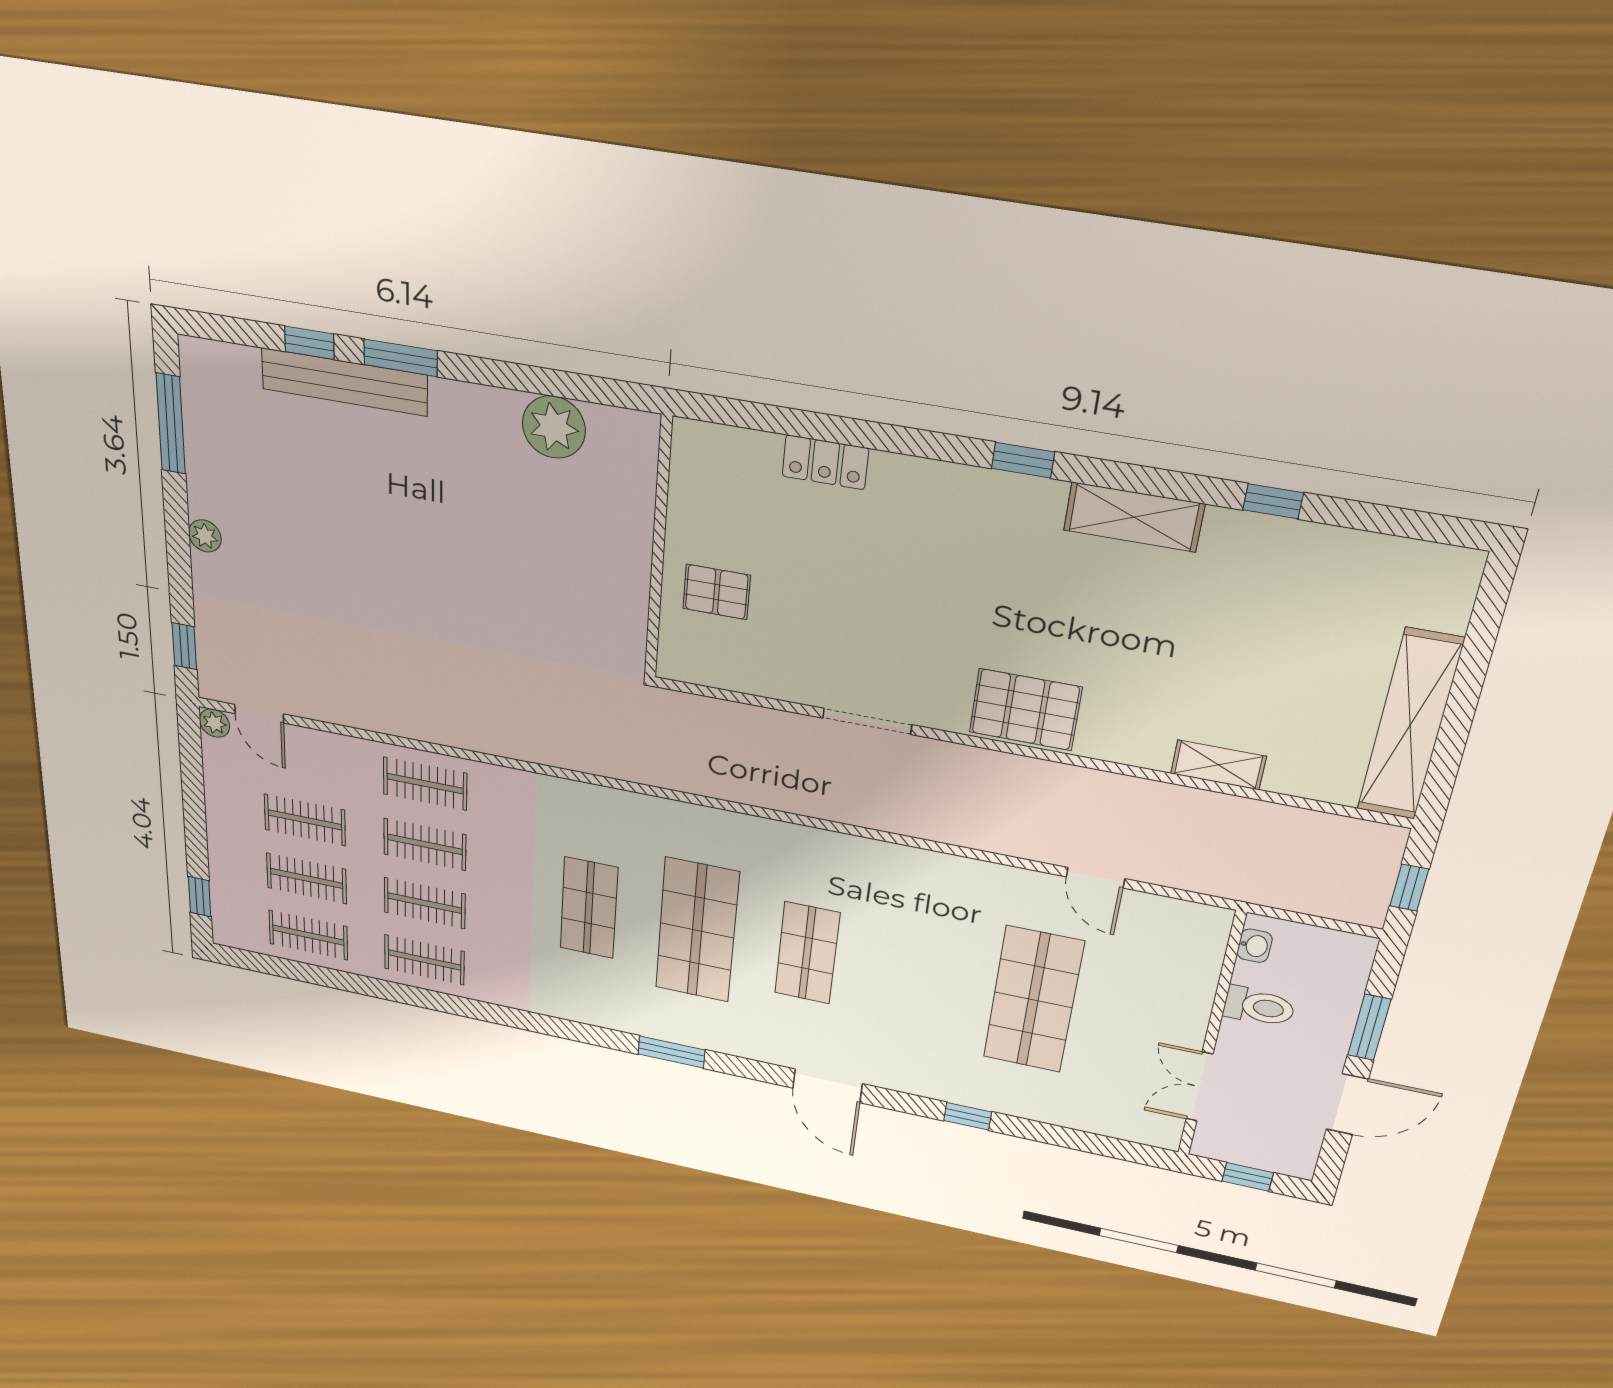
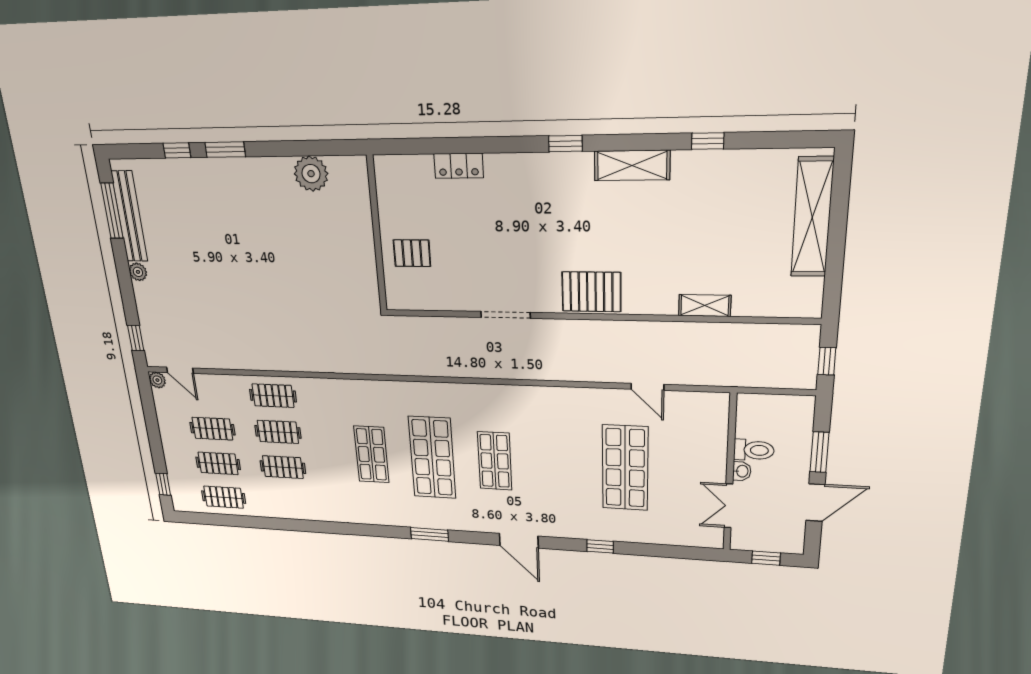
bench: (344, 382) -> (129, 217), moved, turned 90
shelving: (1410, 725) -> (812, 217), moved
washbasin: (1255, 946) -> (742, 471), moved
clothes rail: (424, 960) -> (287, 501), removed

